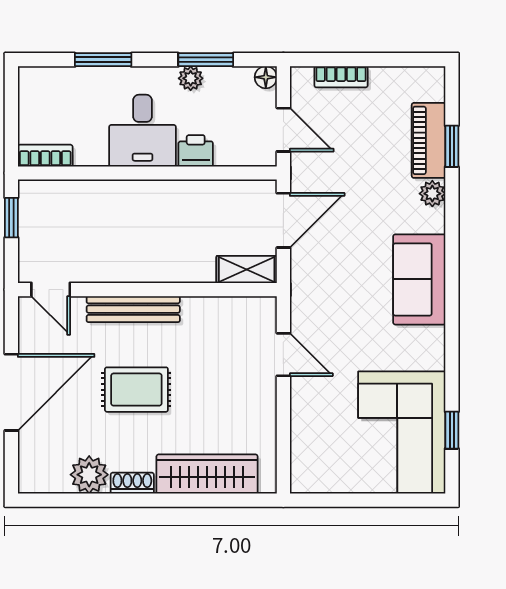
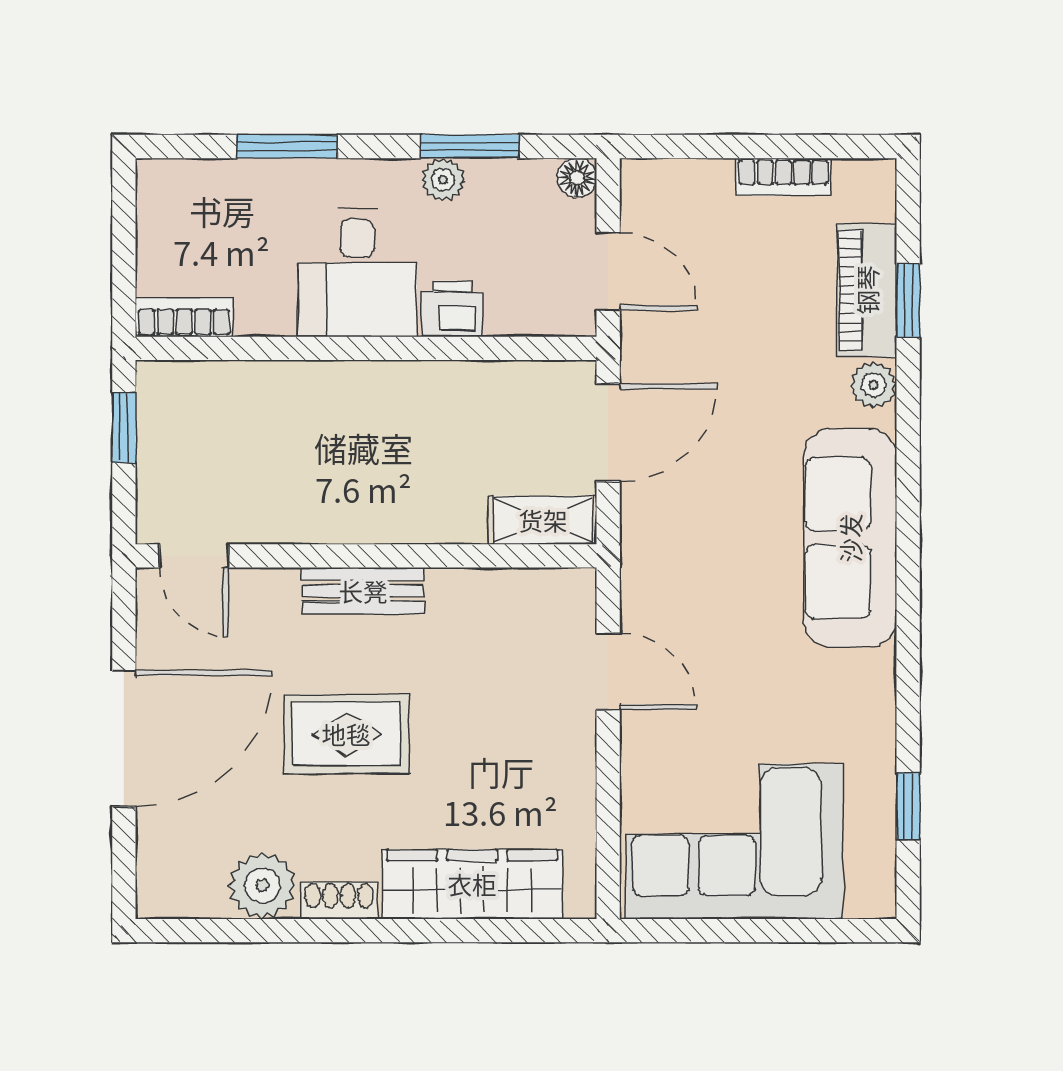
bookcase: (341, 77) -> (783, 177), moved
sofa: (419, 279) -> (850, 538), width x1.36
bench: (133, 309) -> (363, 591), width x0.73
corner sofa: (402, 432) -> (734, 842), moved, turned 90

